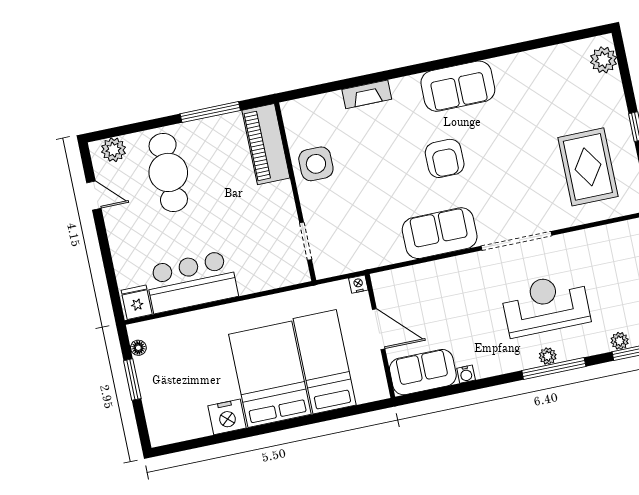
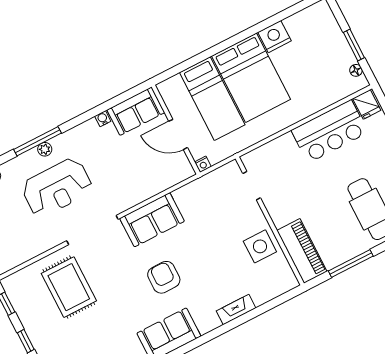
rug: (588, 167) -> (69, 287), moved

